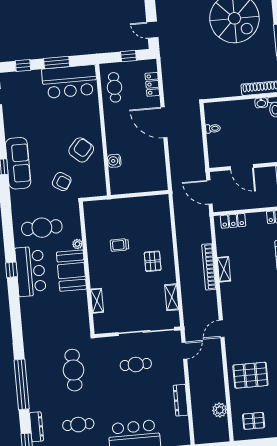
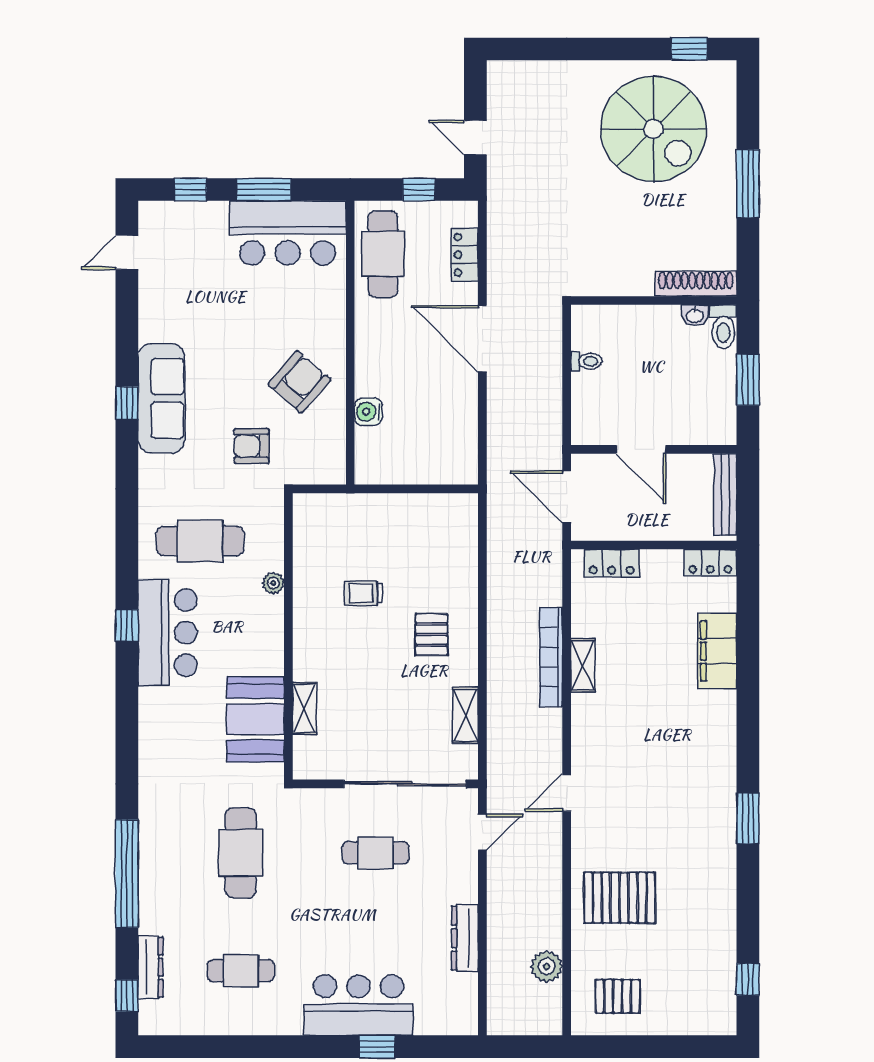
cafe table: (114, 87) -> (383, 254), width x1.37, depth x1.35
armchair: (62, 182) -> (252, 446), turned 148
booth: (71, 271) -> (255, 719), moved

